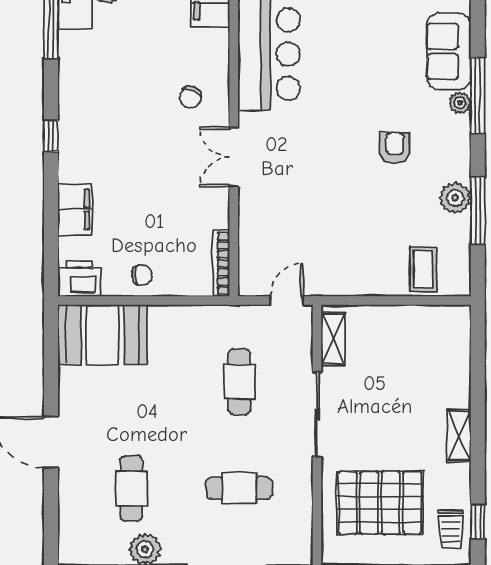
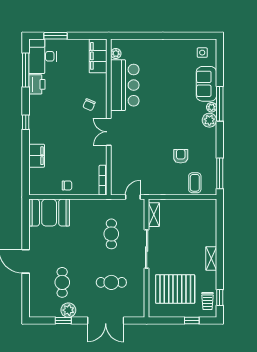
armchair: (395, 148) -> (181, 156), moved
plant: (455, 198) -> (209, 120), moved
window: (478, 211) -> (220, 173), moved
printer: (79, 279) -> (37, 84), moved, turned 90

